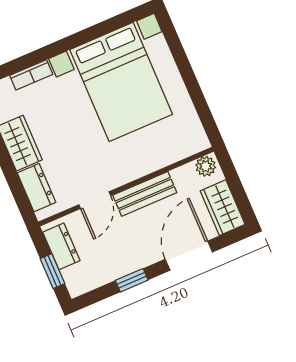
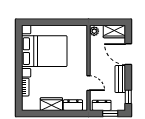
bench: (145, 194) -> (120, 79), moved
window: (132, 280) -> (128, 97), moved

